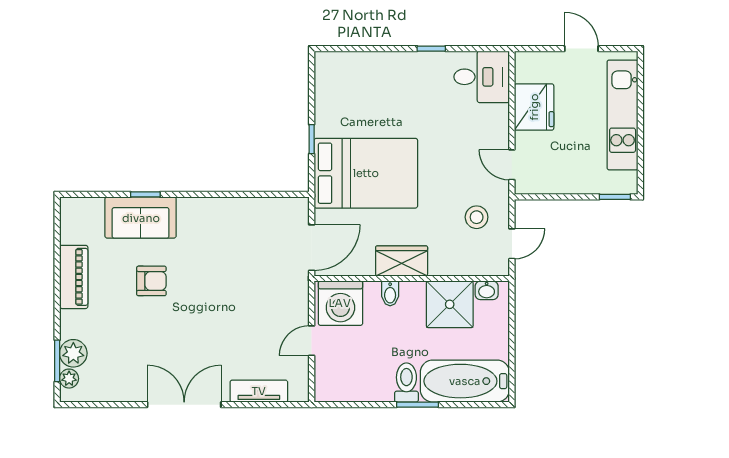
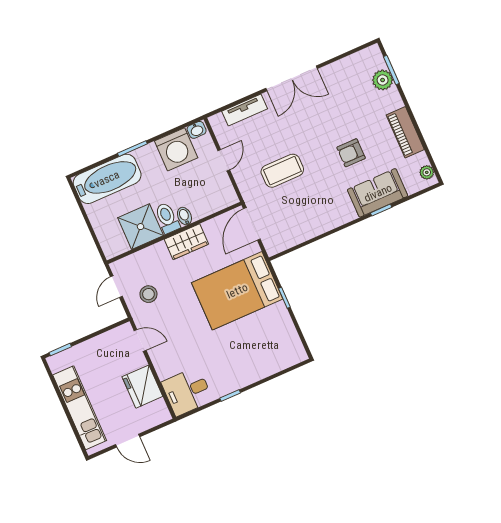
washbasin: (487, 290) -> (197, 130), moved, turned 180
coffee table: (245, 296) -> (282, 171), added
washing machine: (340, 303) -> (176, 149), moved, turned 180
plant: (69, 379) -> (427, 172), moved
toilet: (406, 383) -> (167, 218), moved, turned 180

